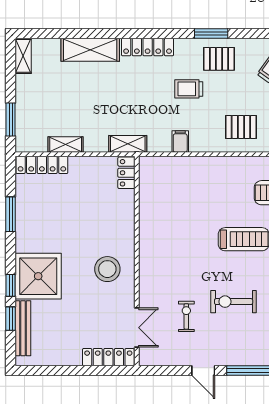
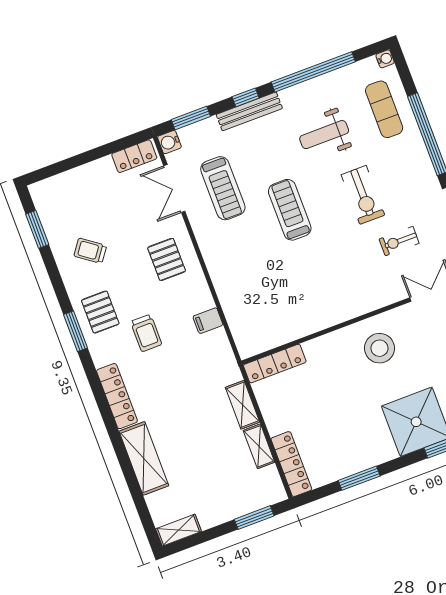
shelving: (128, 144) -> (242, 405), moved
locker: (126, 173) -> (275, 364), width x1.53

